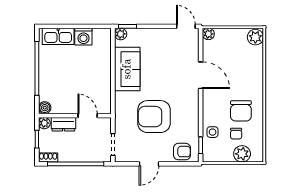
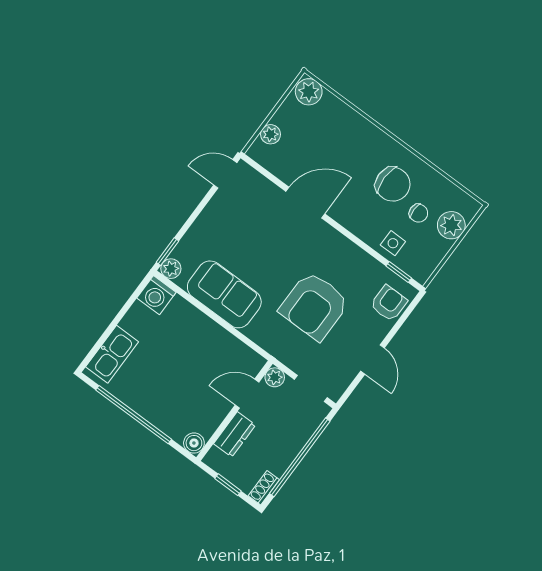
plant: (208, 34) -> (270, 134), moved
washing machine: (83, 37) -> (156, 295), moved, turned 90
plant: (44, 123) -> (275, 377), moved

